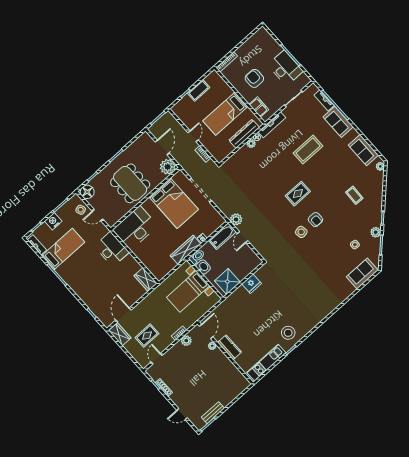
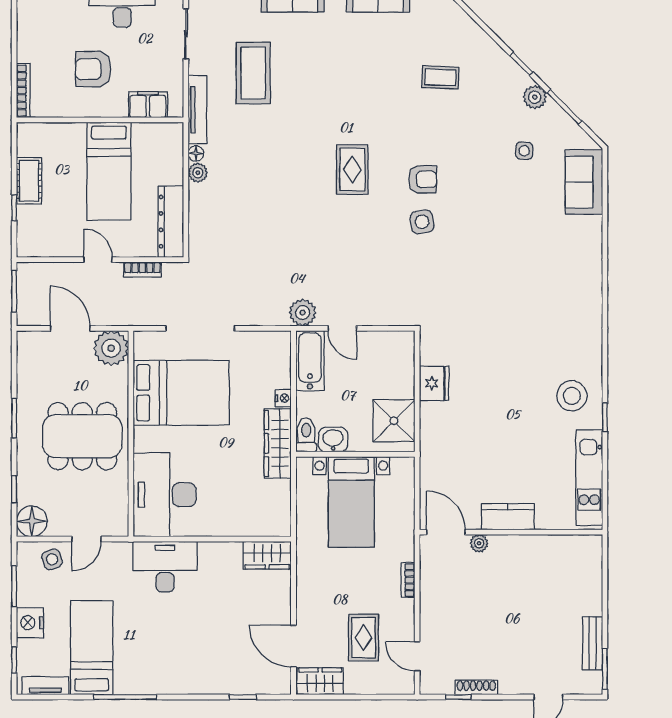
dresser: (244, 134) -> (171, 222), moved
coffee table: (308, 150) -> (253, 73), moved
plant: (186, 341) -> (431, 579), removed

